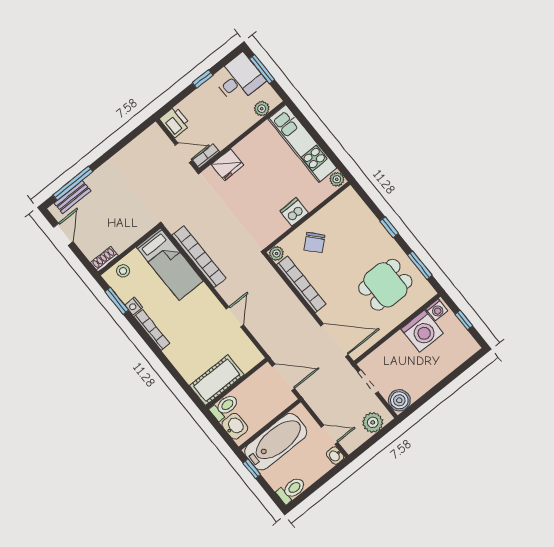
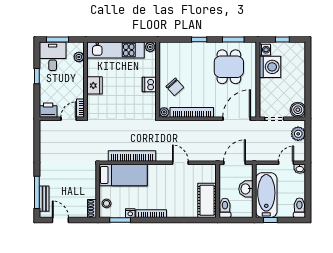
fridge: (228, 165) -> (95, 85), moved
washbasin: (235, 426) -> (246, 189), moved, turned -90

